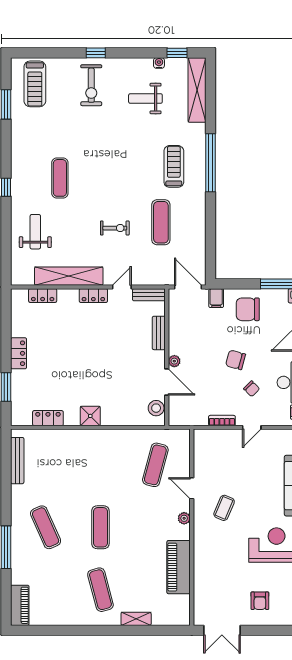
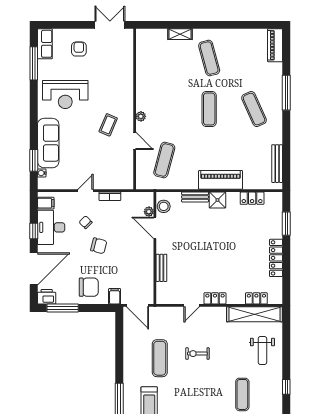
shelving: (69, 276) -> (255, 314), moved
bench: (149, 295) -> (195, 197), moved
locker: (19, 353) -> (276, 258), width x1.53
plant: (174, 361) -> (149, 212), moved
piano: (179, 567) -> (221, 180), moved, turned -90

